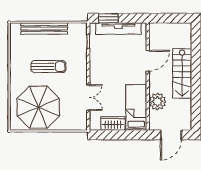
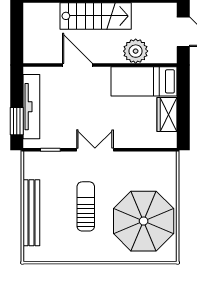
double door: (88, 98) -> (95, 150), moved

